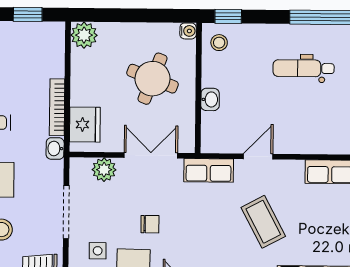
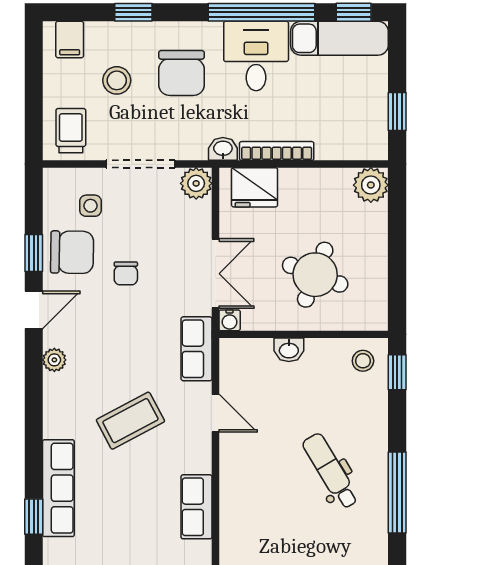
water cooler: (188, 31) -> (230, 320), moved
dental chair: (304, 68) -> (331, 471), turned -31
plant: (104, 170) -> (196, 183), moved

